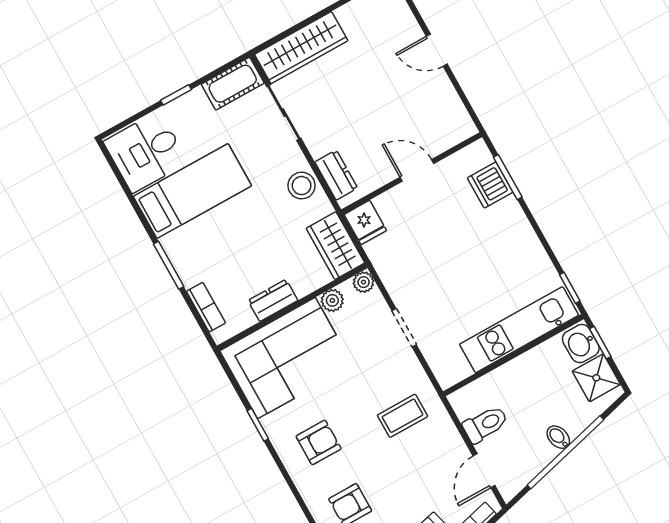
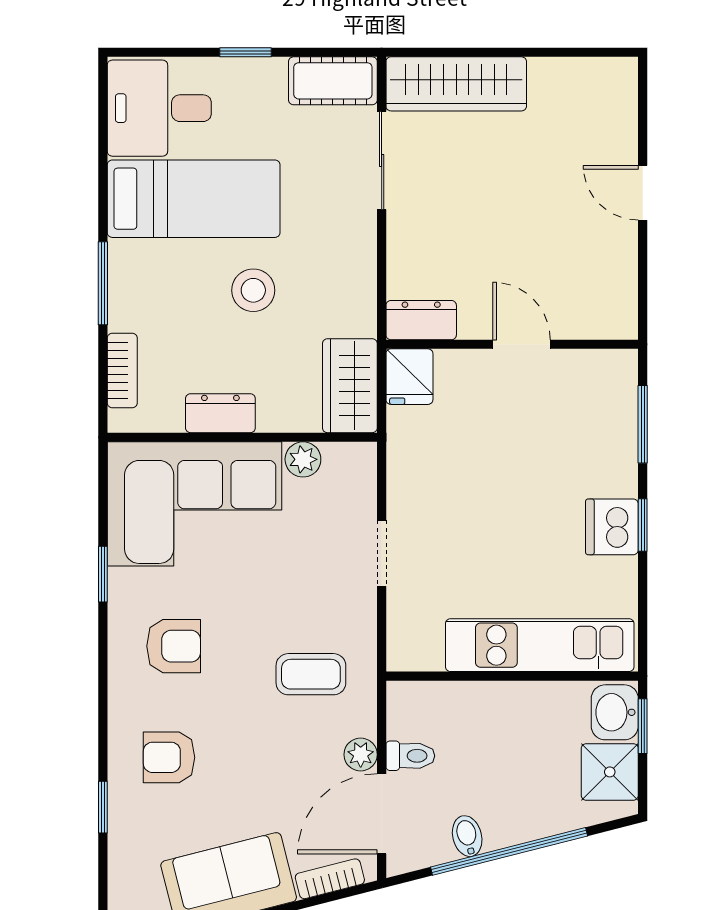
dresser: (336, 175) -> (421, 320), moved, turned -90
dishwasher: (490, 185) -> (612, 527), moved
stool: (302, 186) -> (253, 290), moved
plant: (364, 282) -> (361, 755), moved
window: (570, 288) -> (643, 525), moved
toilet: (485, 424) -> (410, 756), width x0.73, depth x0.72
bidet: (558, 437) -> (467, 836), moved
door: (484, 471) -> (382, 814), width x1.38

